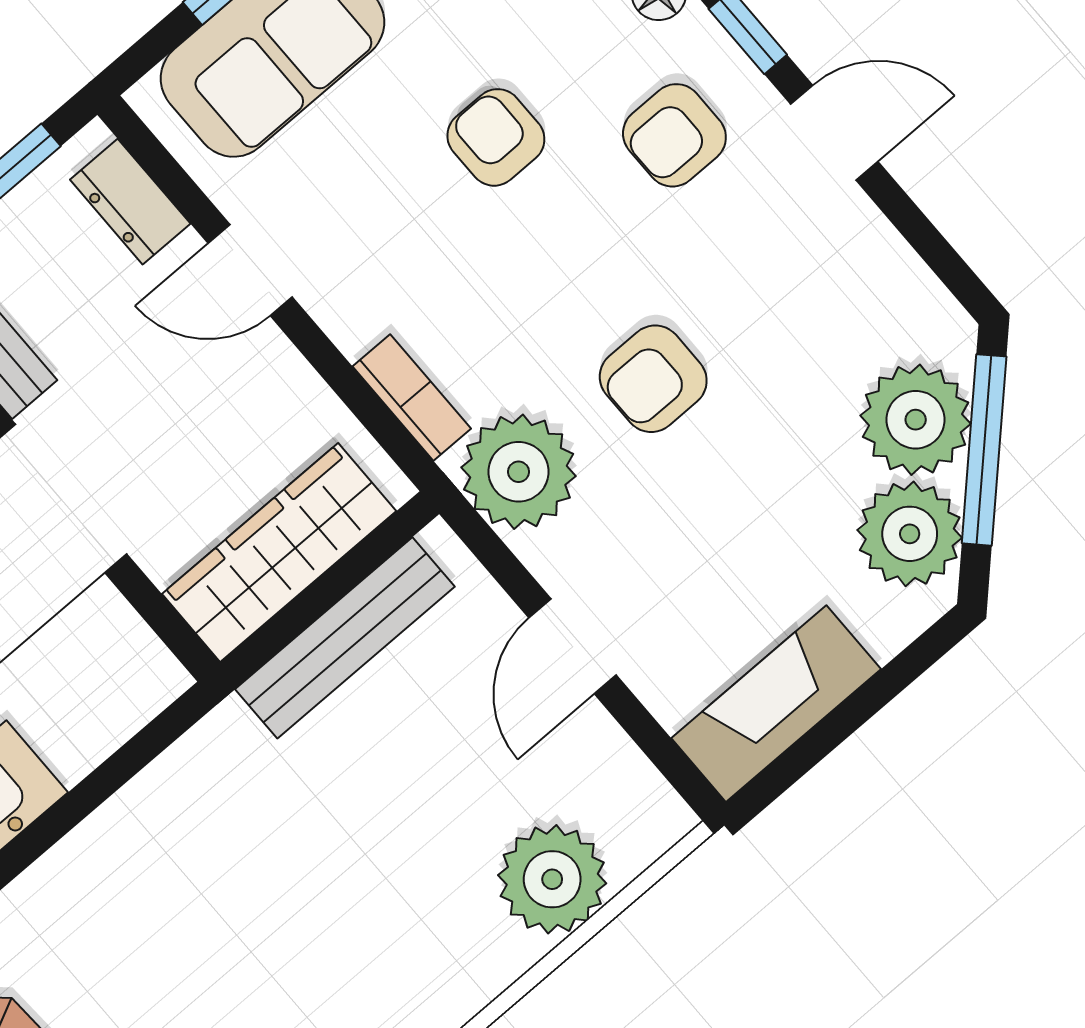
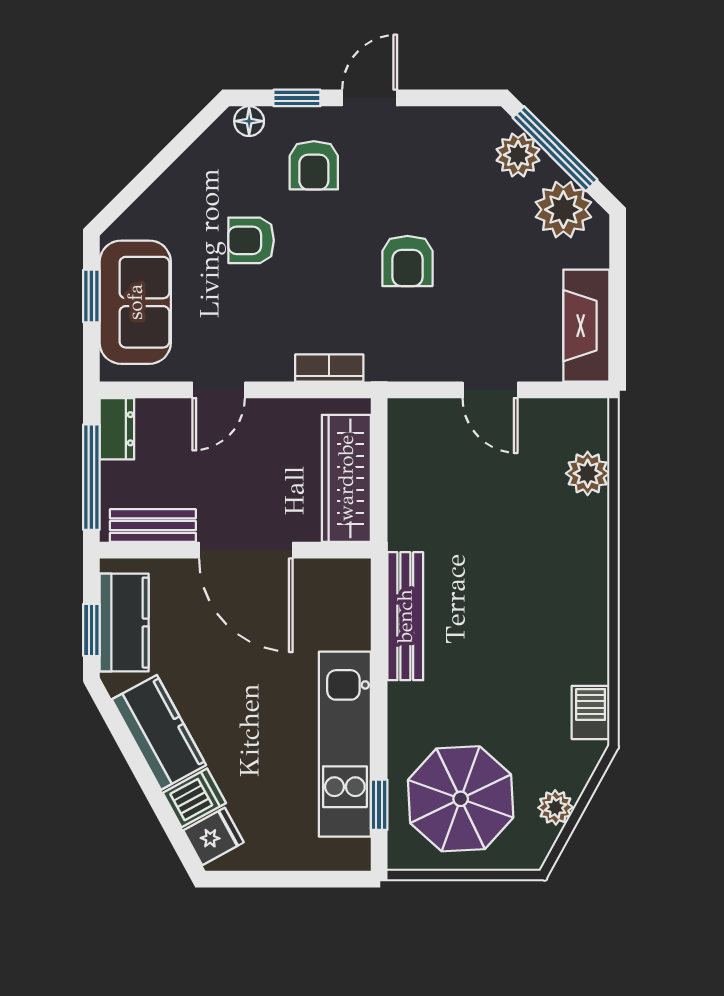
dresser: (130, 202) -> (117, 429), moved, turned -90
plant: (916, 420) -> (518, 155), width x0.73, depth x0.73
plant: (519, 472) -> (398, 350), removed
bench: (345, 638) -> (405, 616), moved
plant: (552, 879) -> (588, 473), width x0.73, depth x0.73

